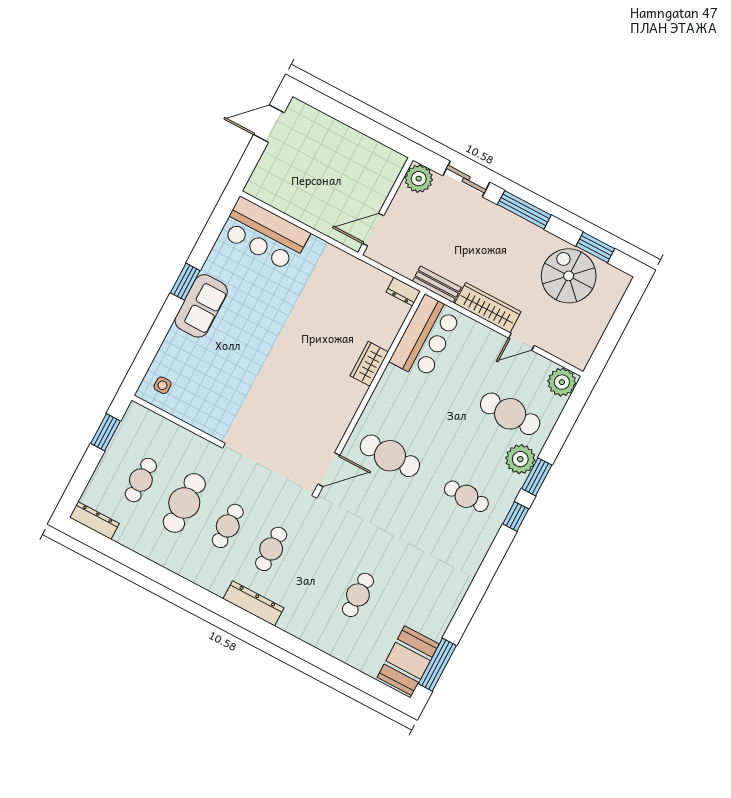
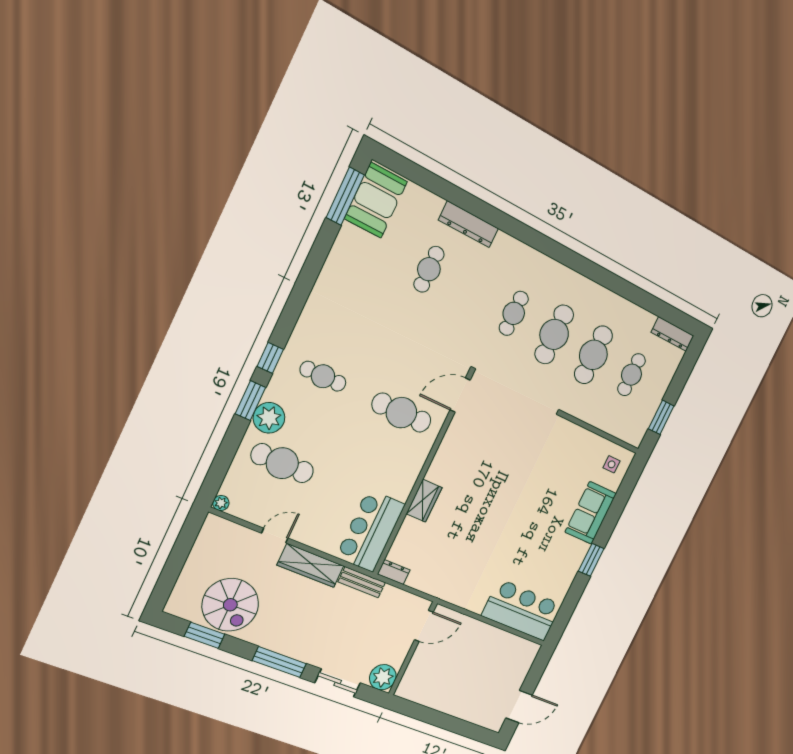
sofa: (201, 306) -> (591, 513), moved
plant: (562, 382) -> (221, 503), width x0.53, depth x0.53
cafe table: (228, 526) -> (554, 334), width x1.37, depth x1.35
dresser: (253, 603) -> (469, 224), moved

